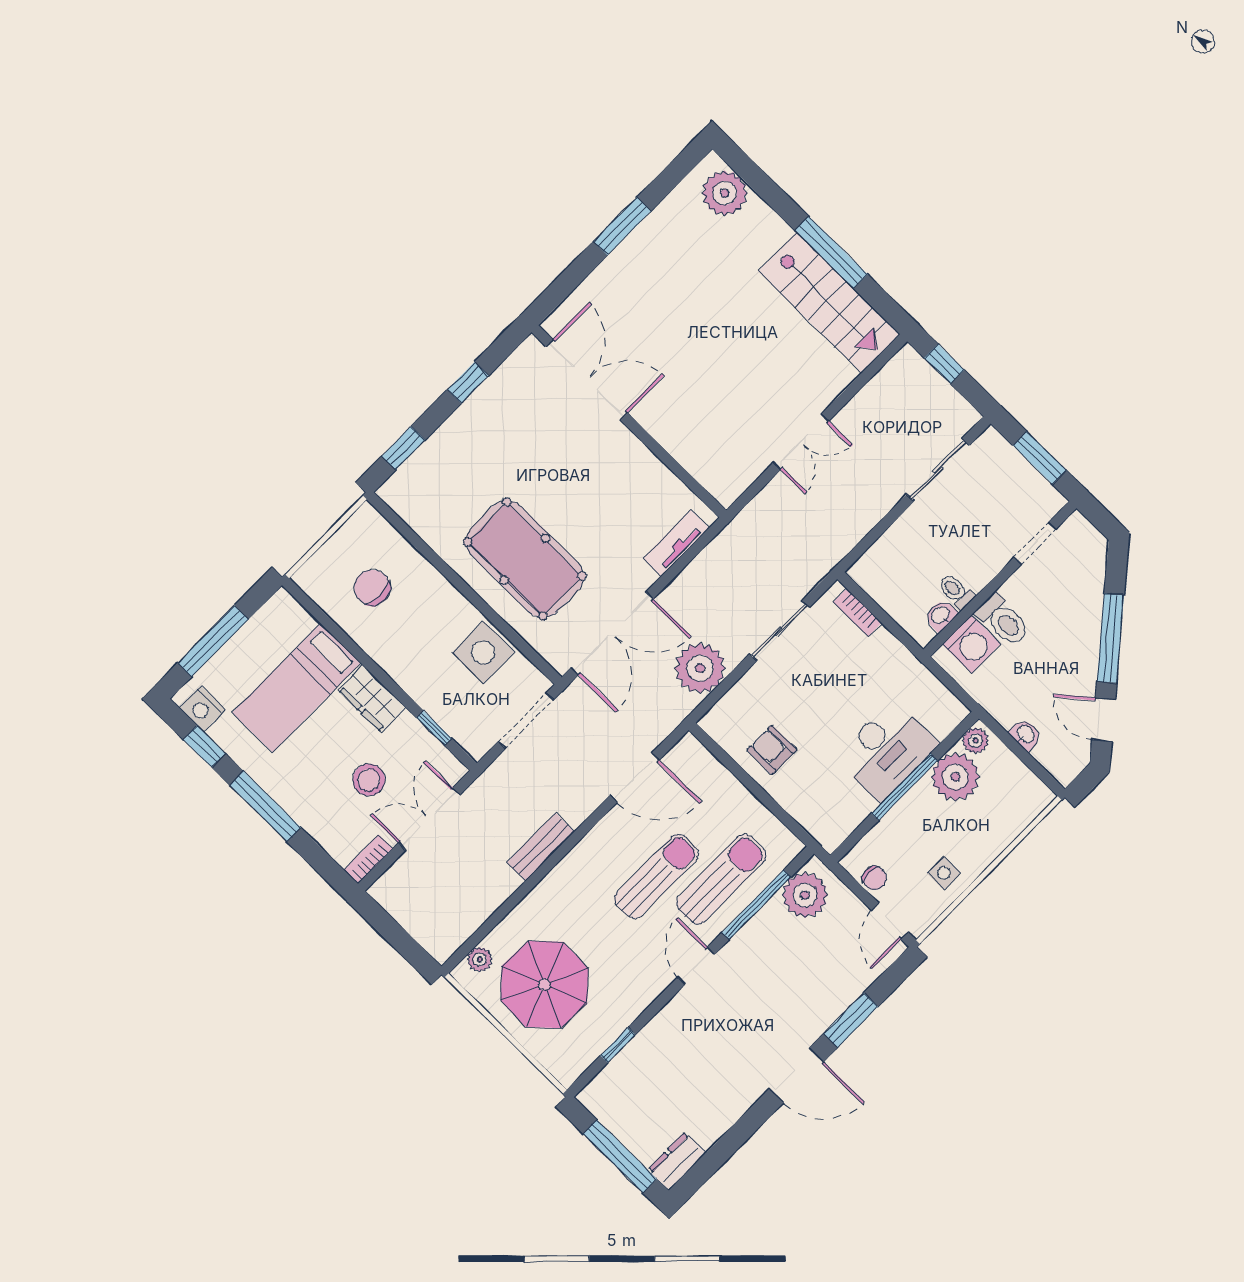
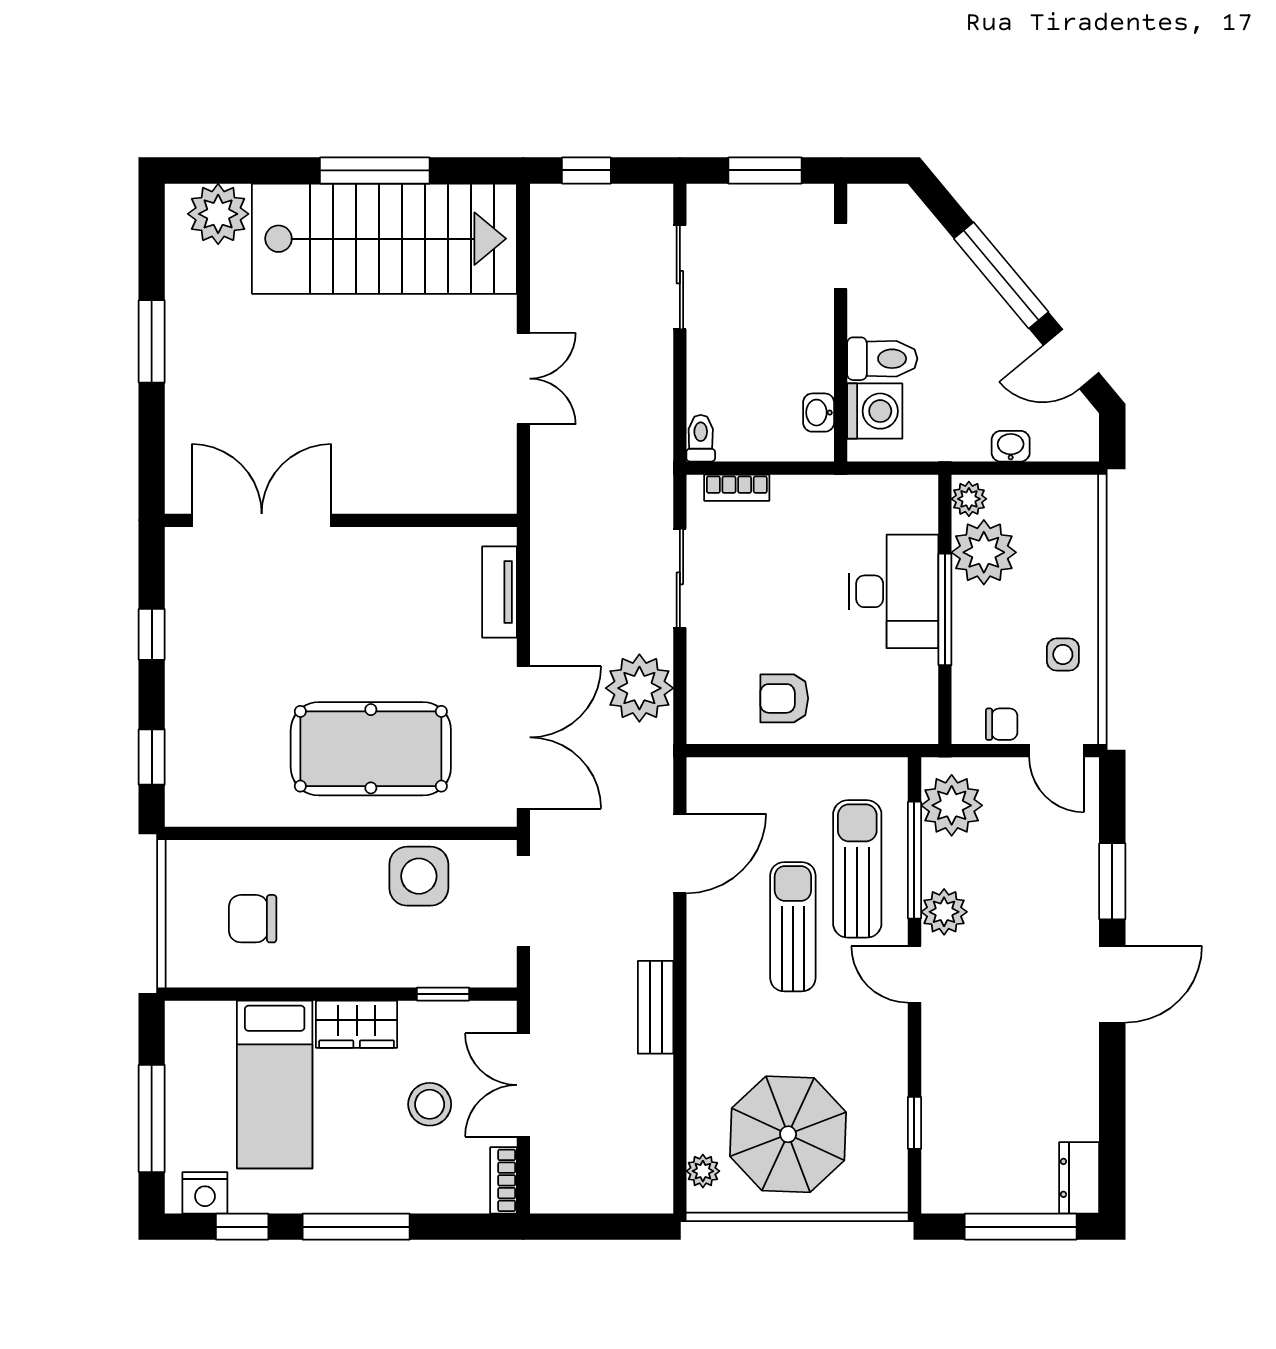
stairs: (829, 303) -> (384, 239), width x1.36, depth x1.51
toilet: (956, 591) -> (701, 438), moved, turned 90
plant: (745, 948) -> (944, 912), added

